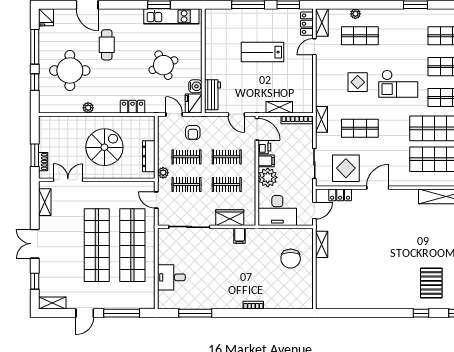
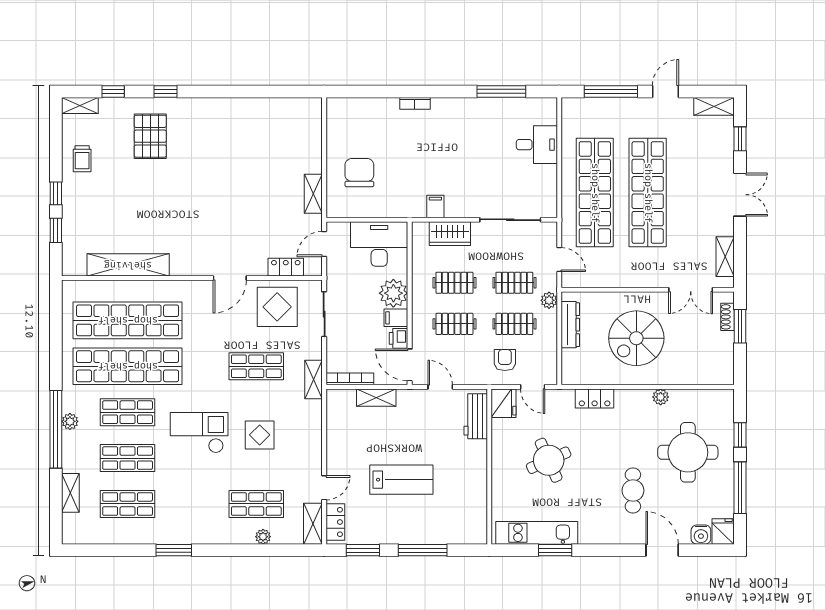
water cooler: (195, 86) -> (701, 535), moved, turned -90

